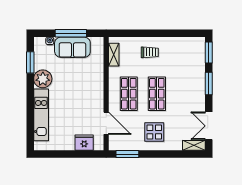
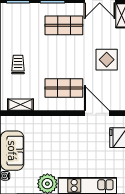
shop shelf: (157, 94) -> (64, 25), moved
door: (106, 123) -> (97, 113), hinge flipped

